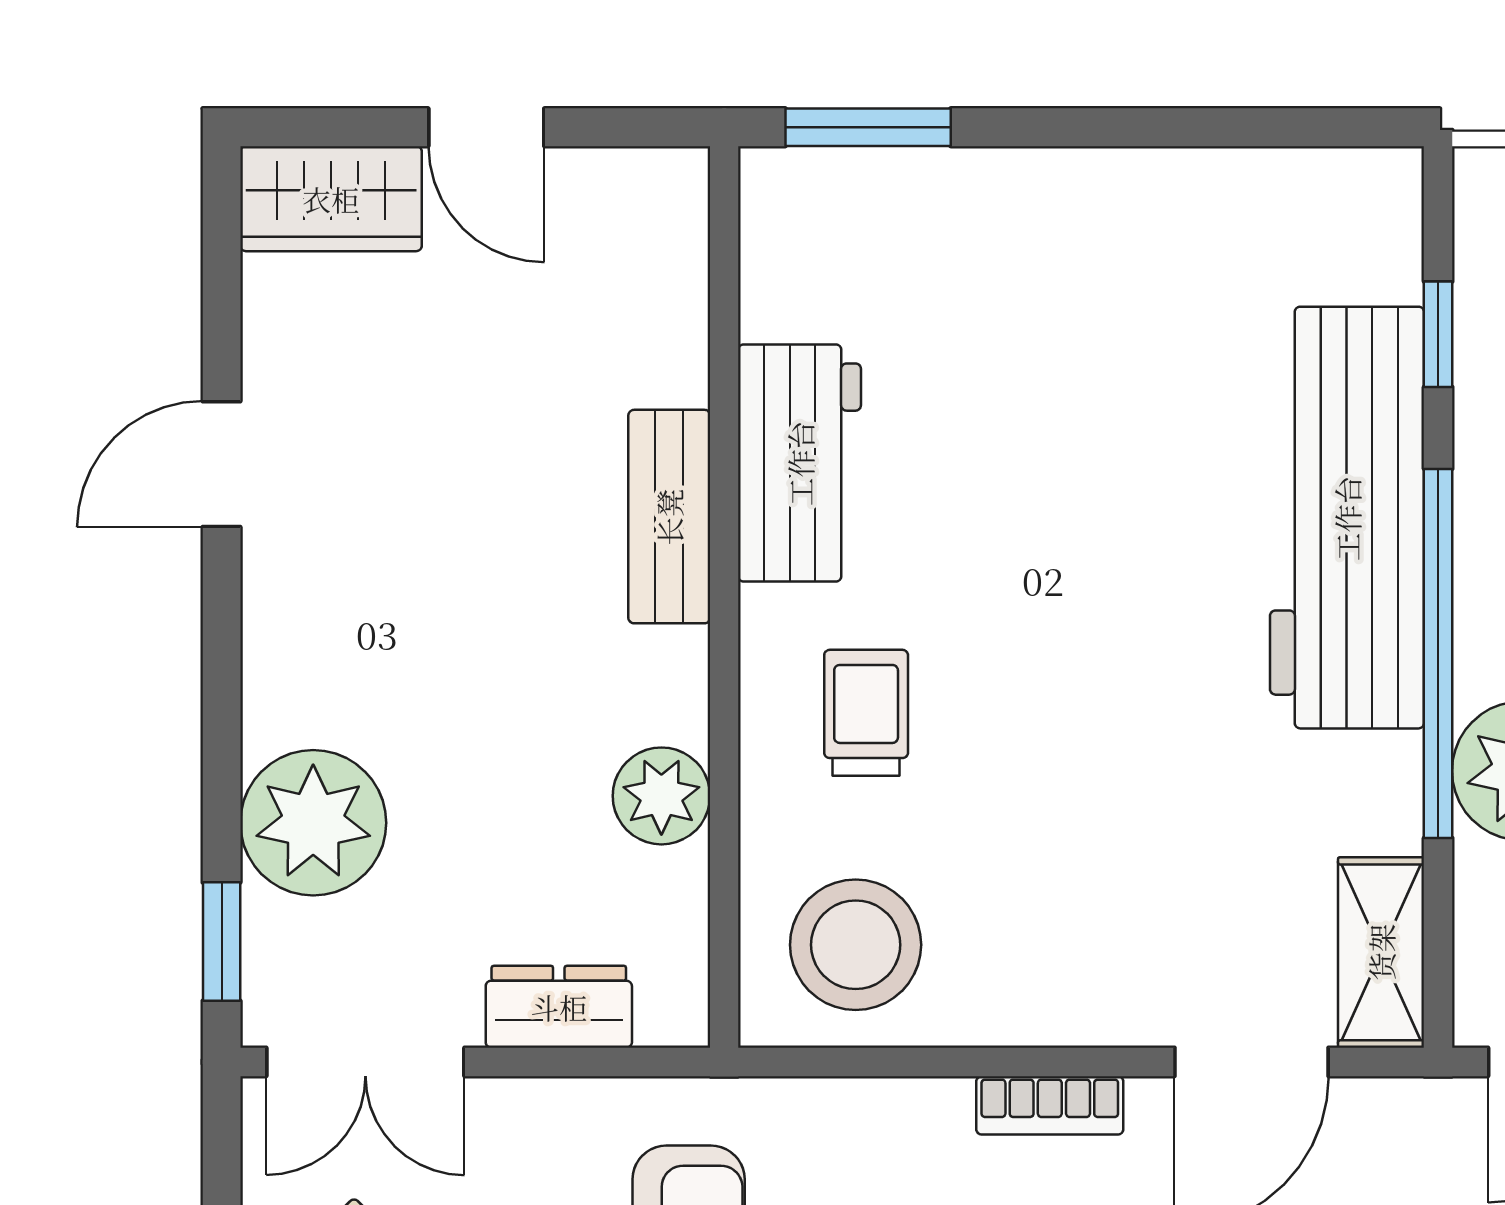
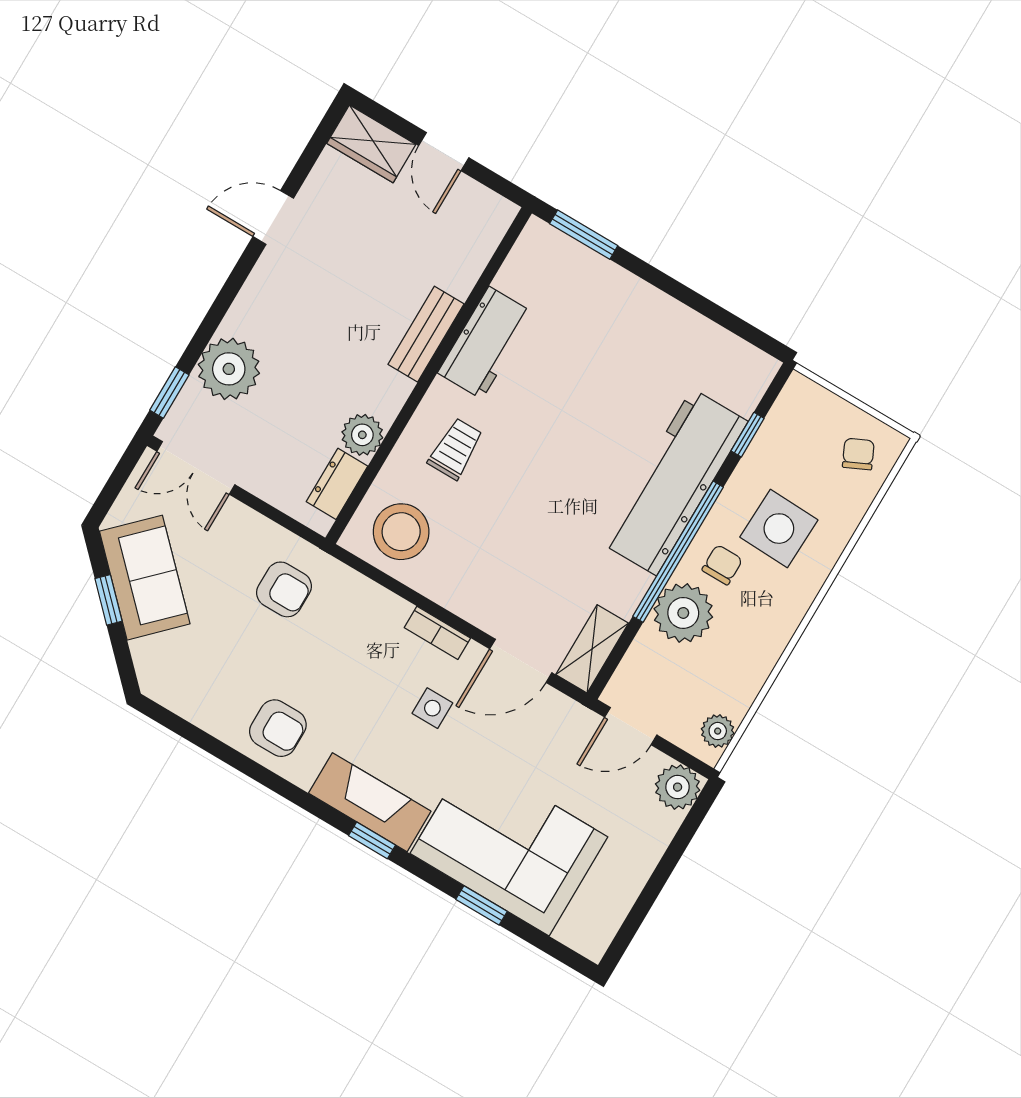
dresser: (559, 1007) -> (337, 484), moved, turned -90

